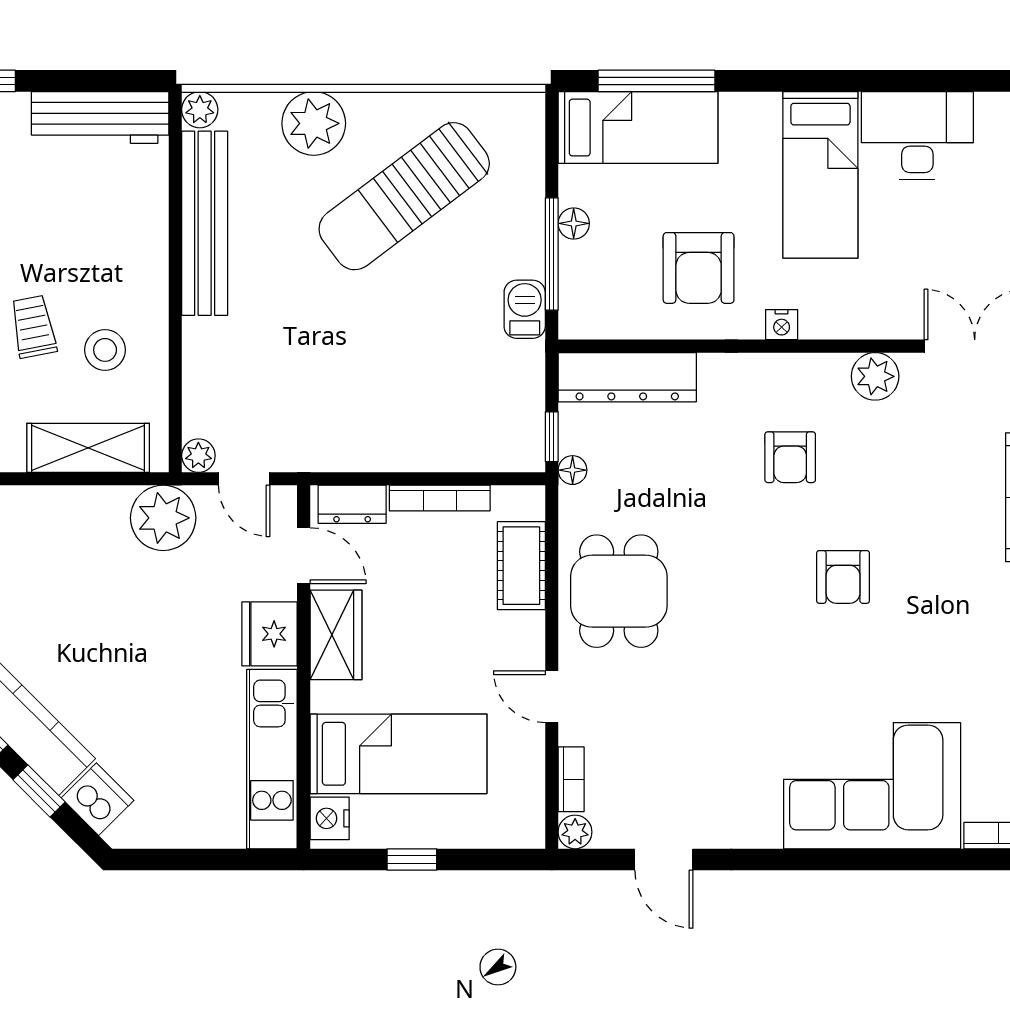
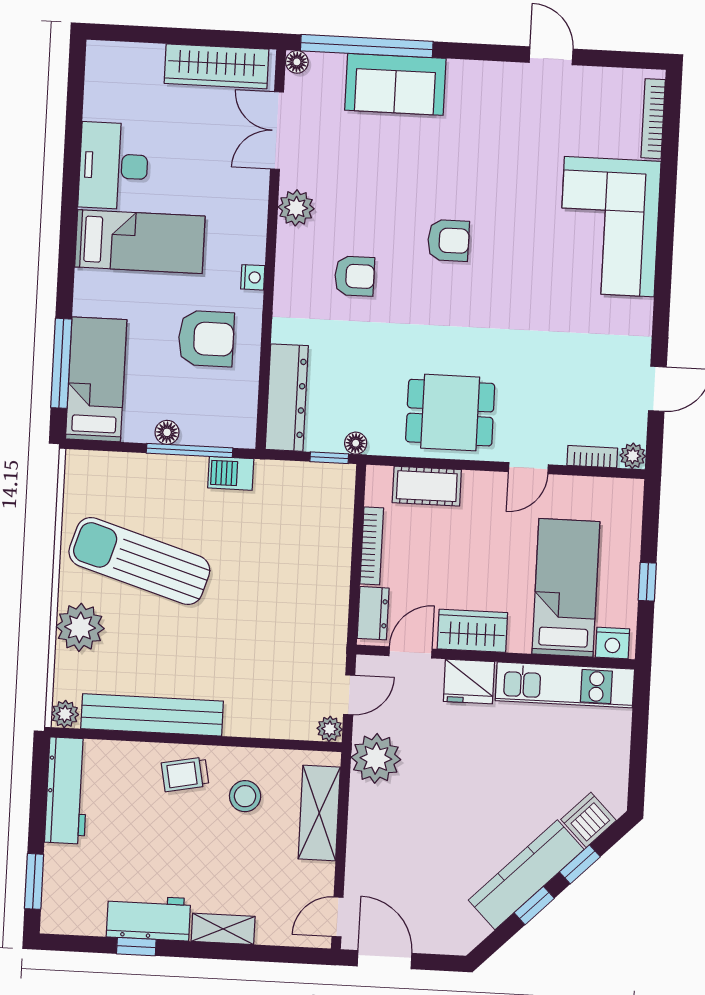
sun lounger: (404, 196) -> (139, 561), turned 144
trolley: (33, 327) -> (185, 774), moved

